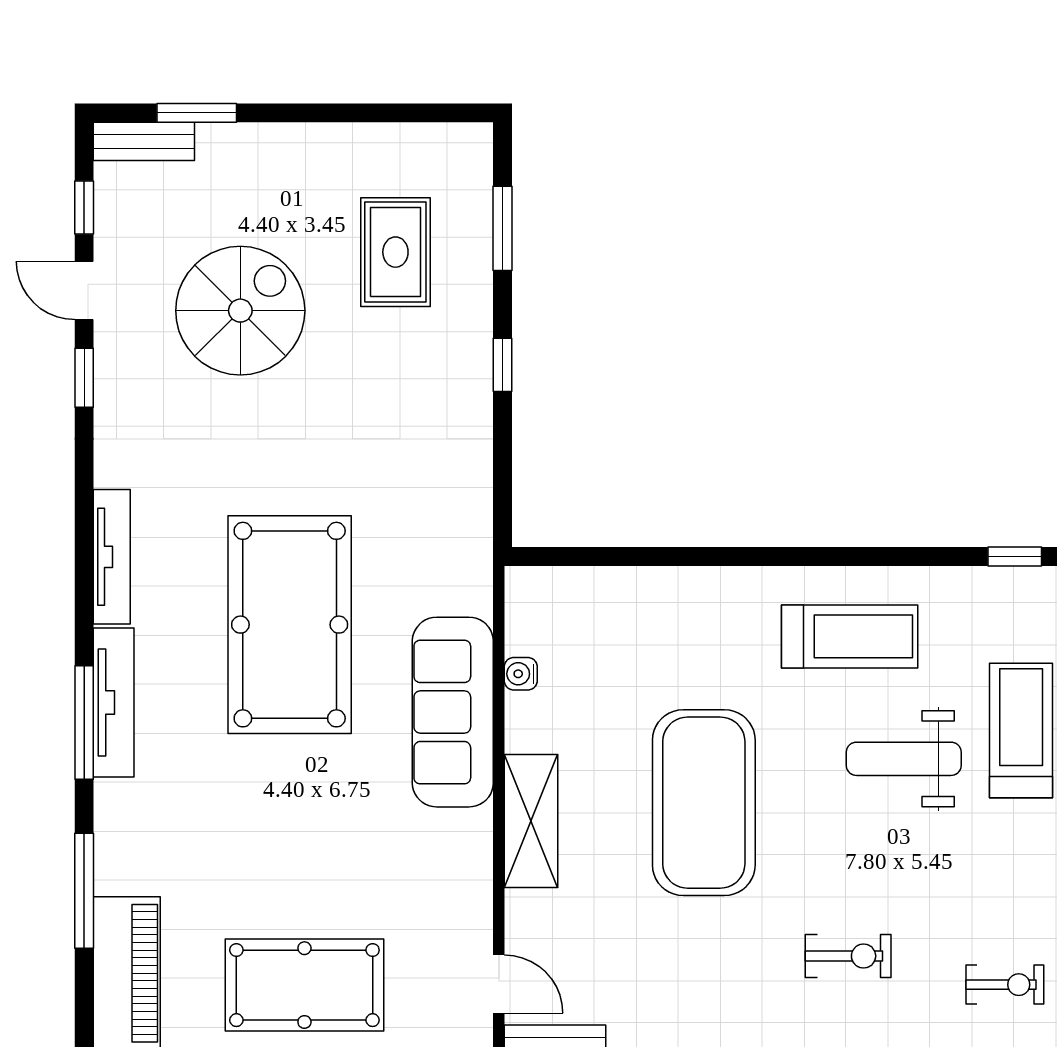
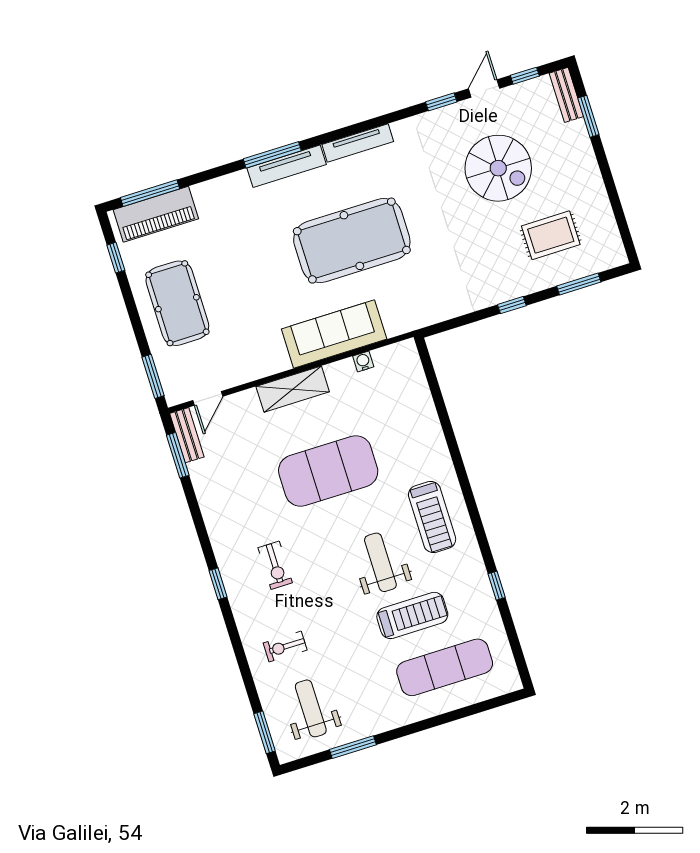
window: (84, 891) -> (150, 193), moved
exercise bike: (1005, 985) -> (285, 647), turned 90

